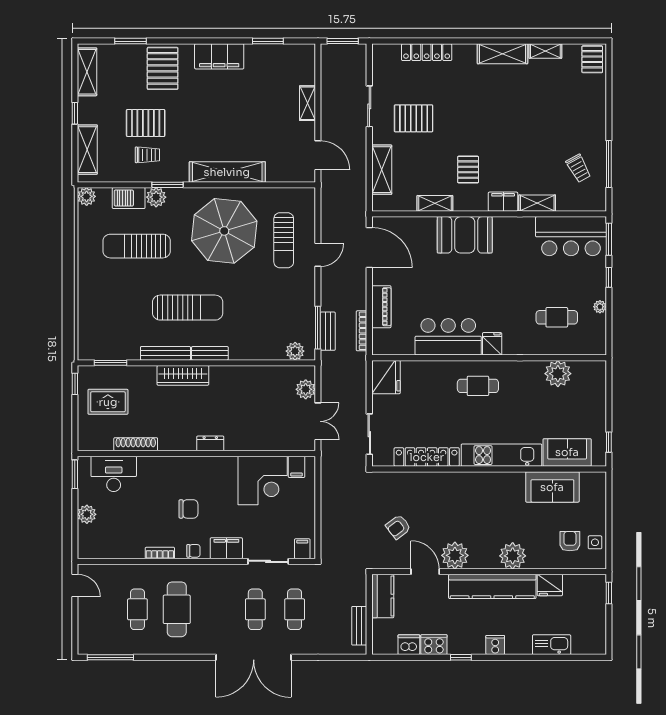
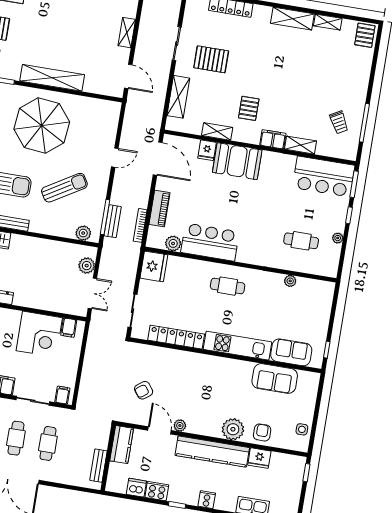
sun lounger: (284, 240) -> (64, 188), moved, turned -121
fridge: (492, 344) -> (207, 150), moved, turned 180
plant: (404, 346) -> (173, 243), added
plant: (558, 374) -> (290, 281), width x0.53, depth x0.53
armchair: (570, 541) -> (262, 432), moved
plant: (455, 555) -> (180, 426), width x0.53, depth x0.53

